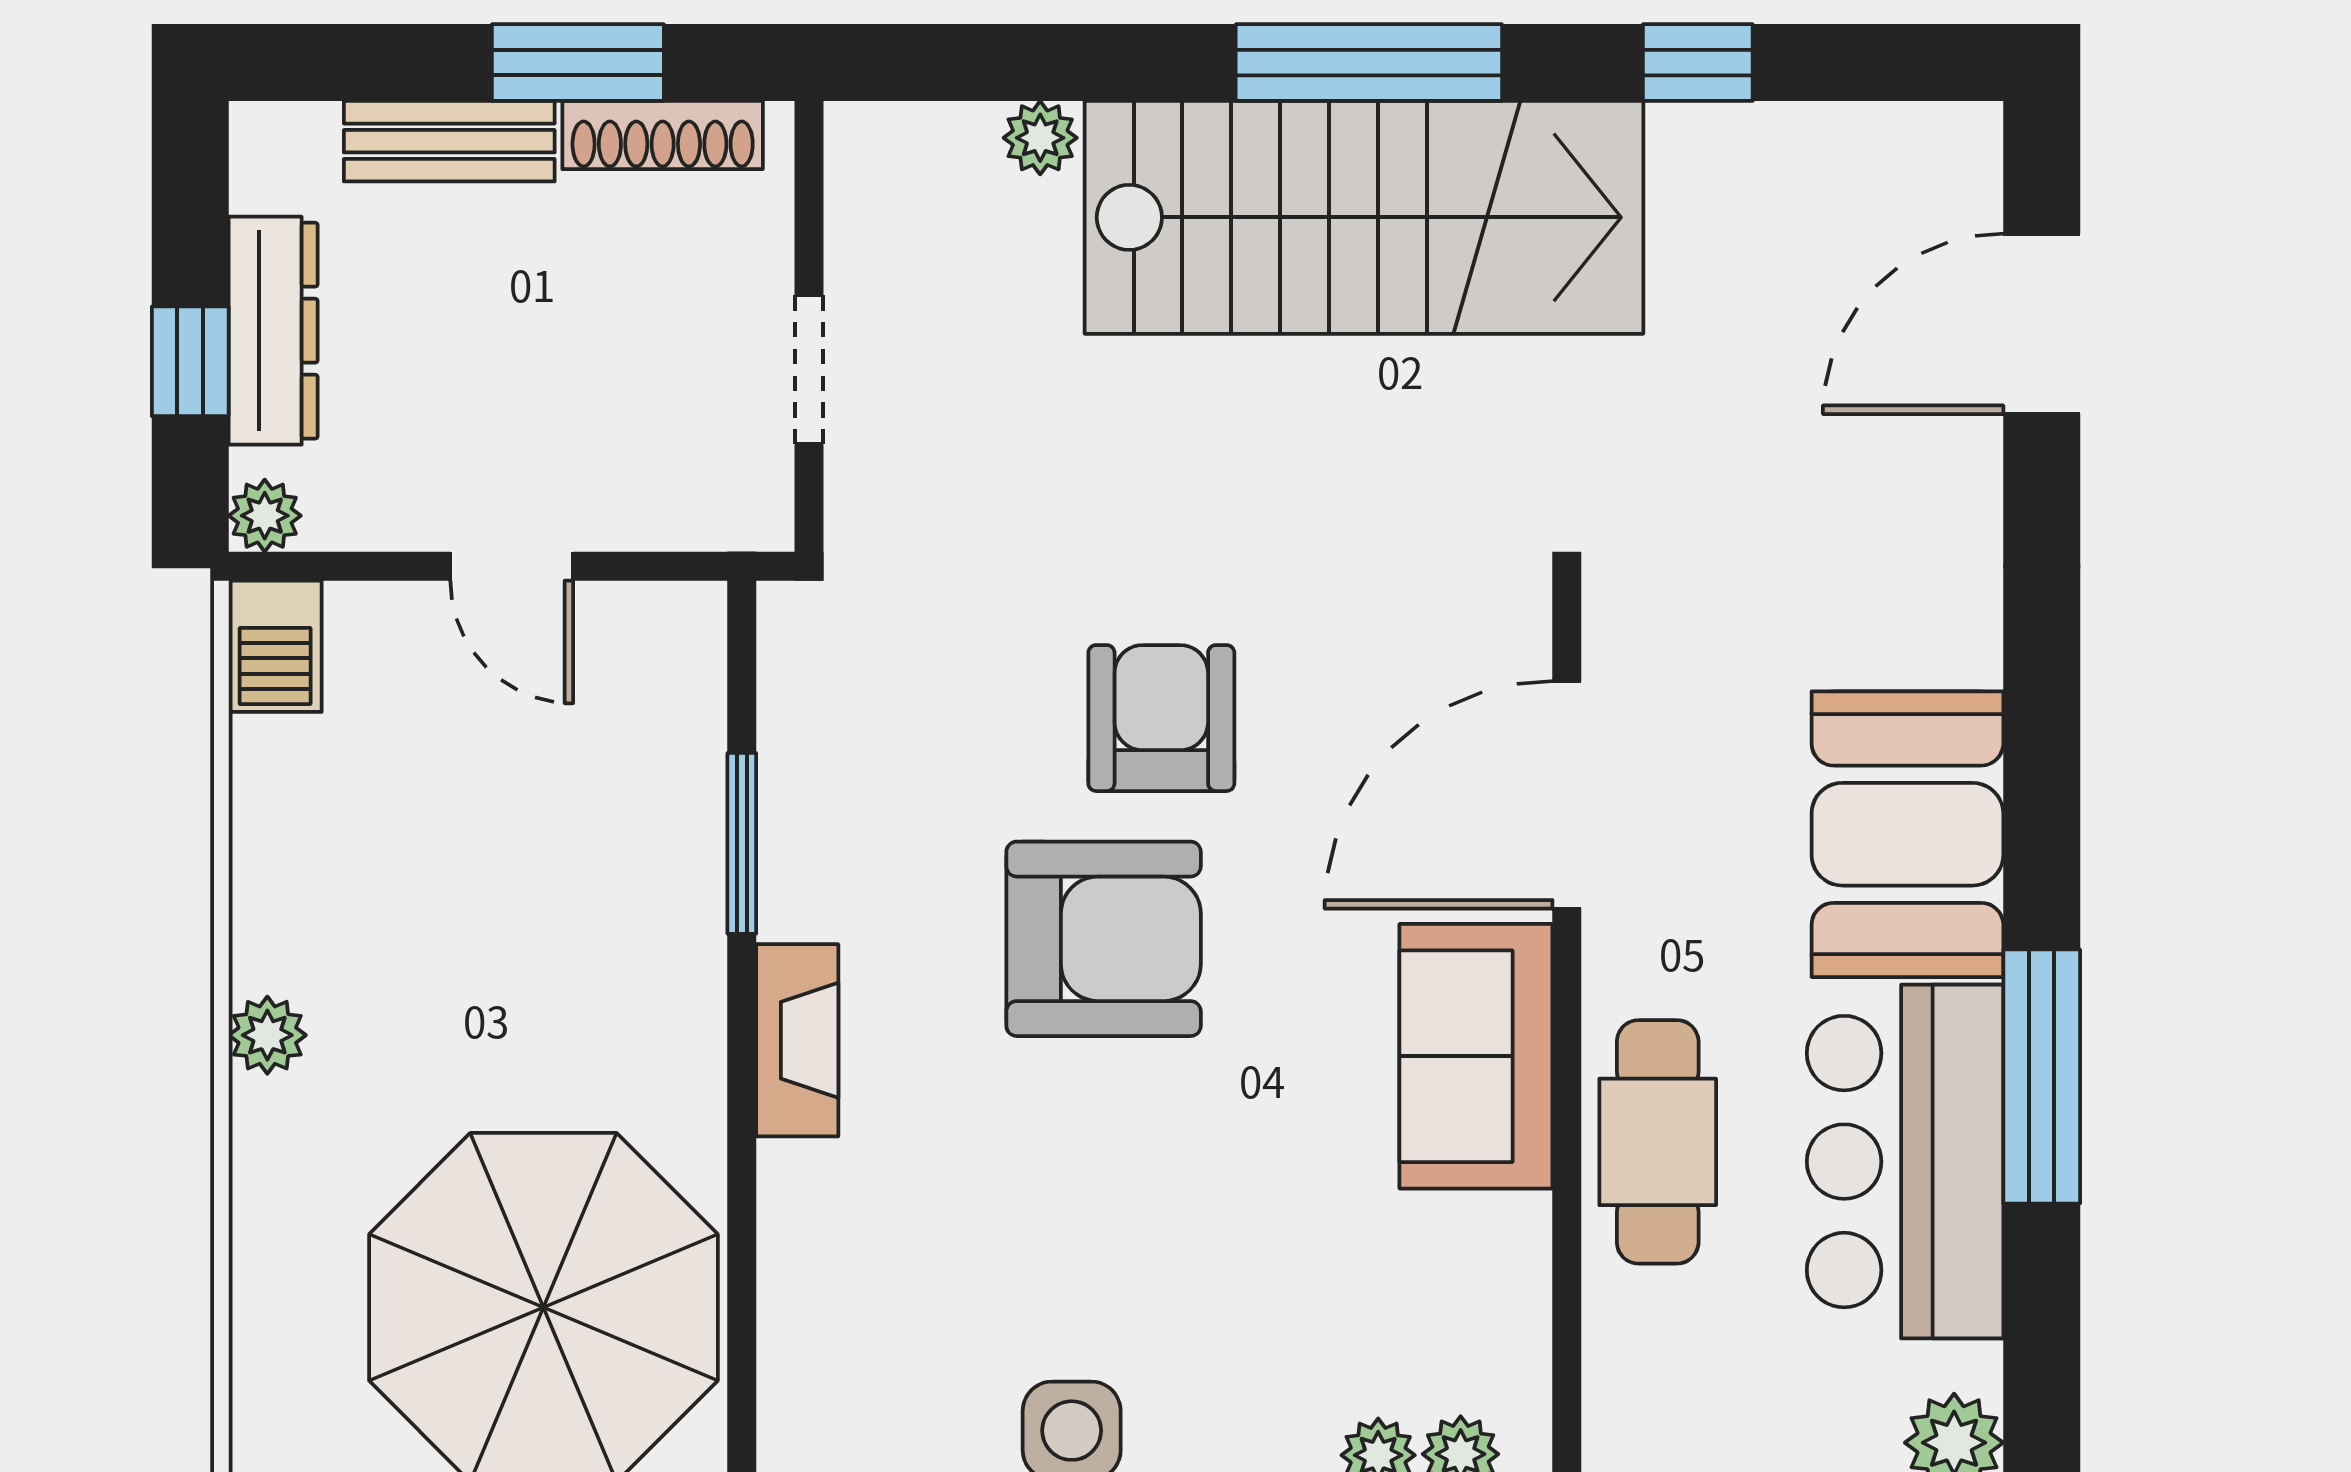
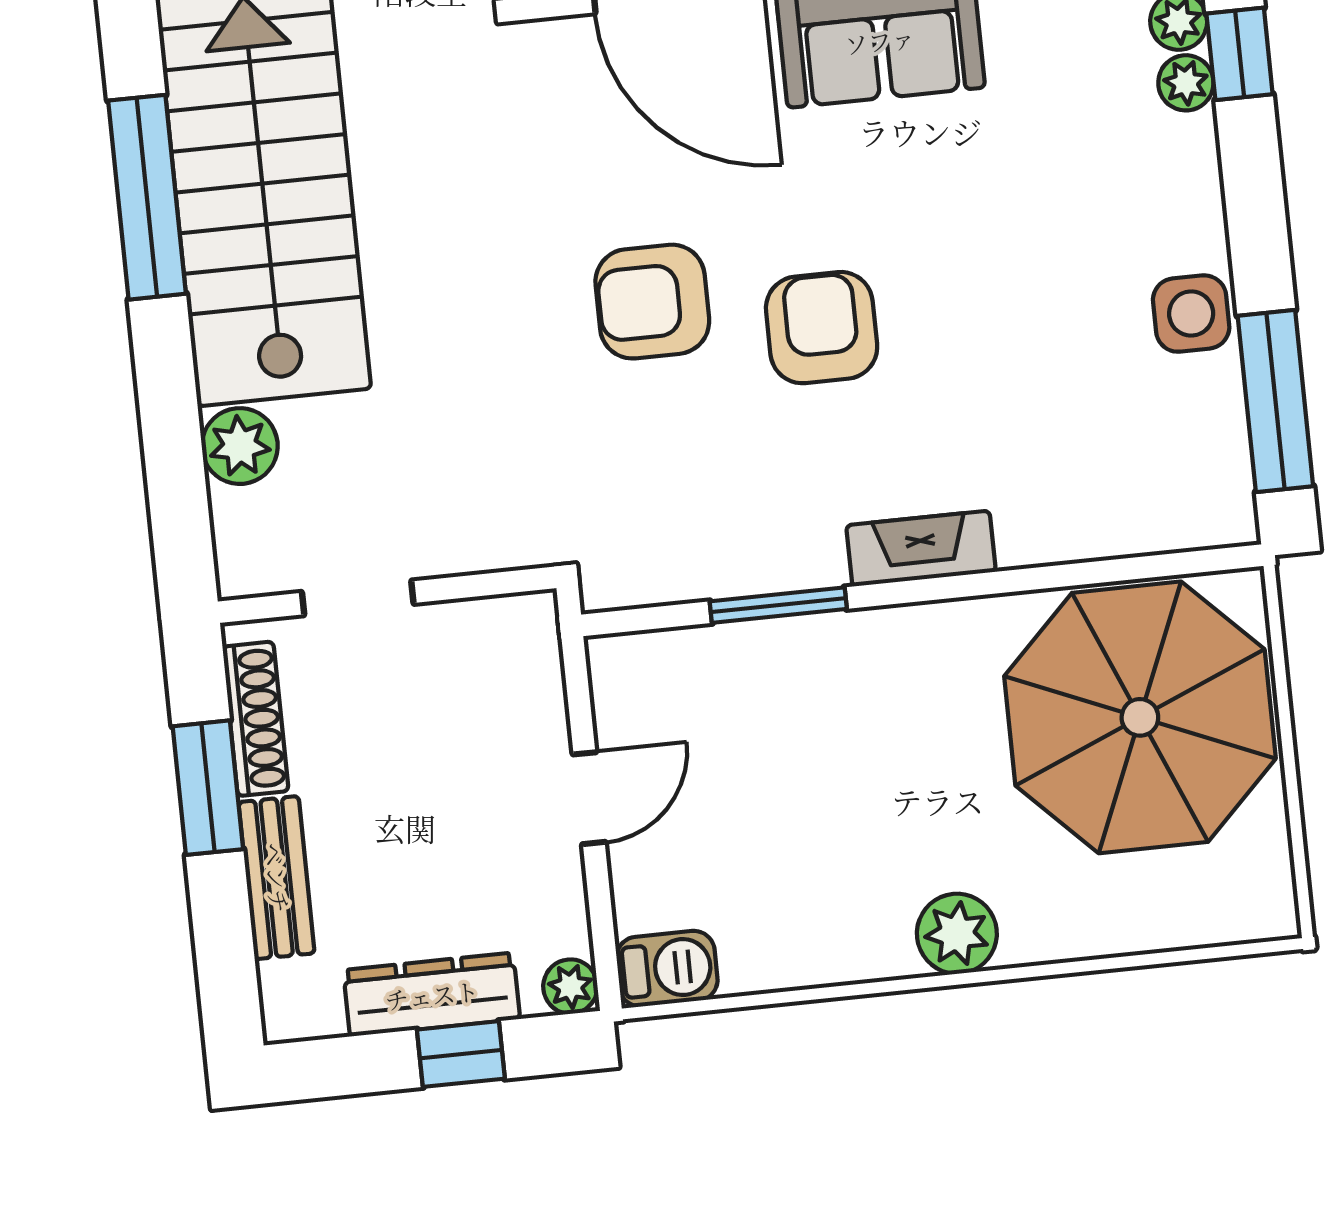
plant: (1040, 138) -> (240, 446), width x1.38, depth x1.38
doorway: (809, 370) -> (358, 598), moved
armchair: (1104, 939) -> (822, 328), width x0.73, depth x0.73
plant: (267, 1035) -> (957, 934), width x1.38, depth x1.38

